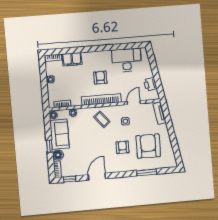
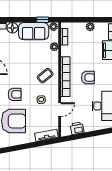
door: (134, 103) -> (60, 110), hinge flipped
window: (49, 146) -> (43, 20), moved

